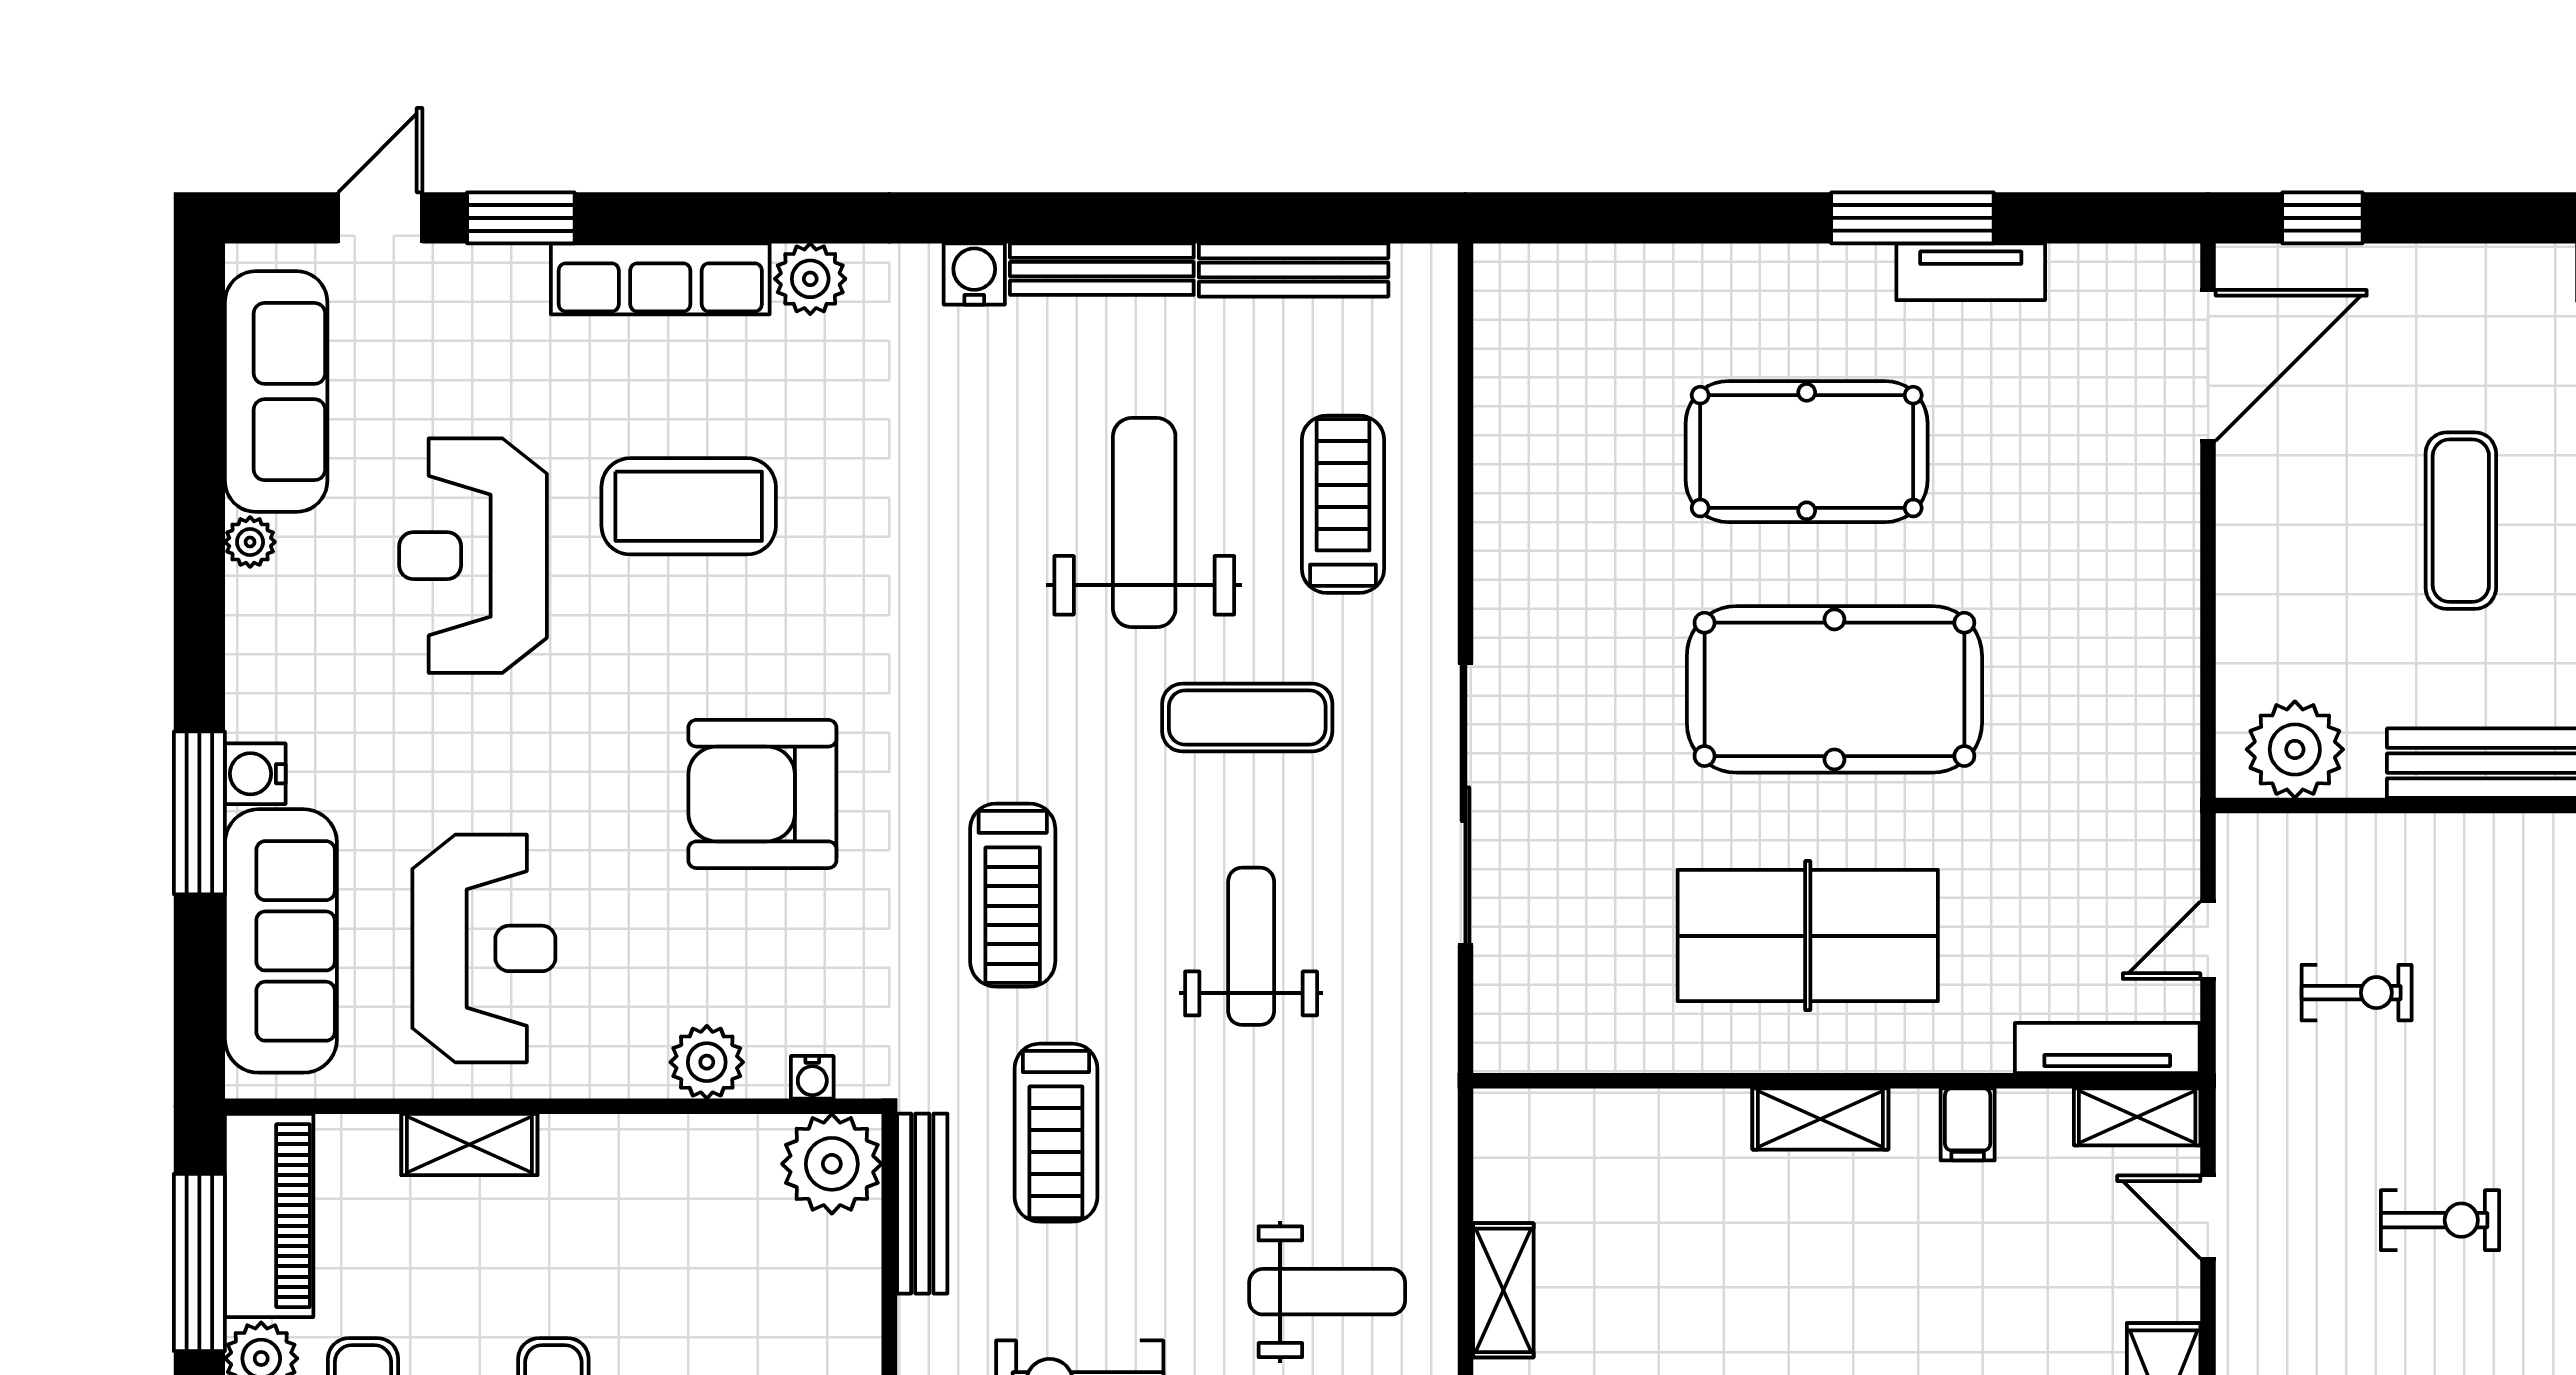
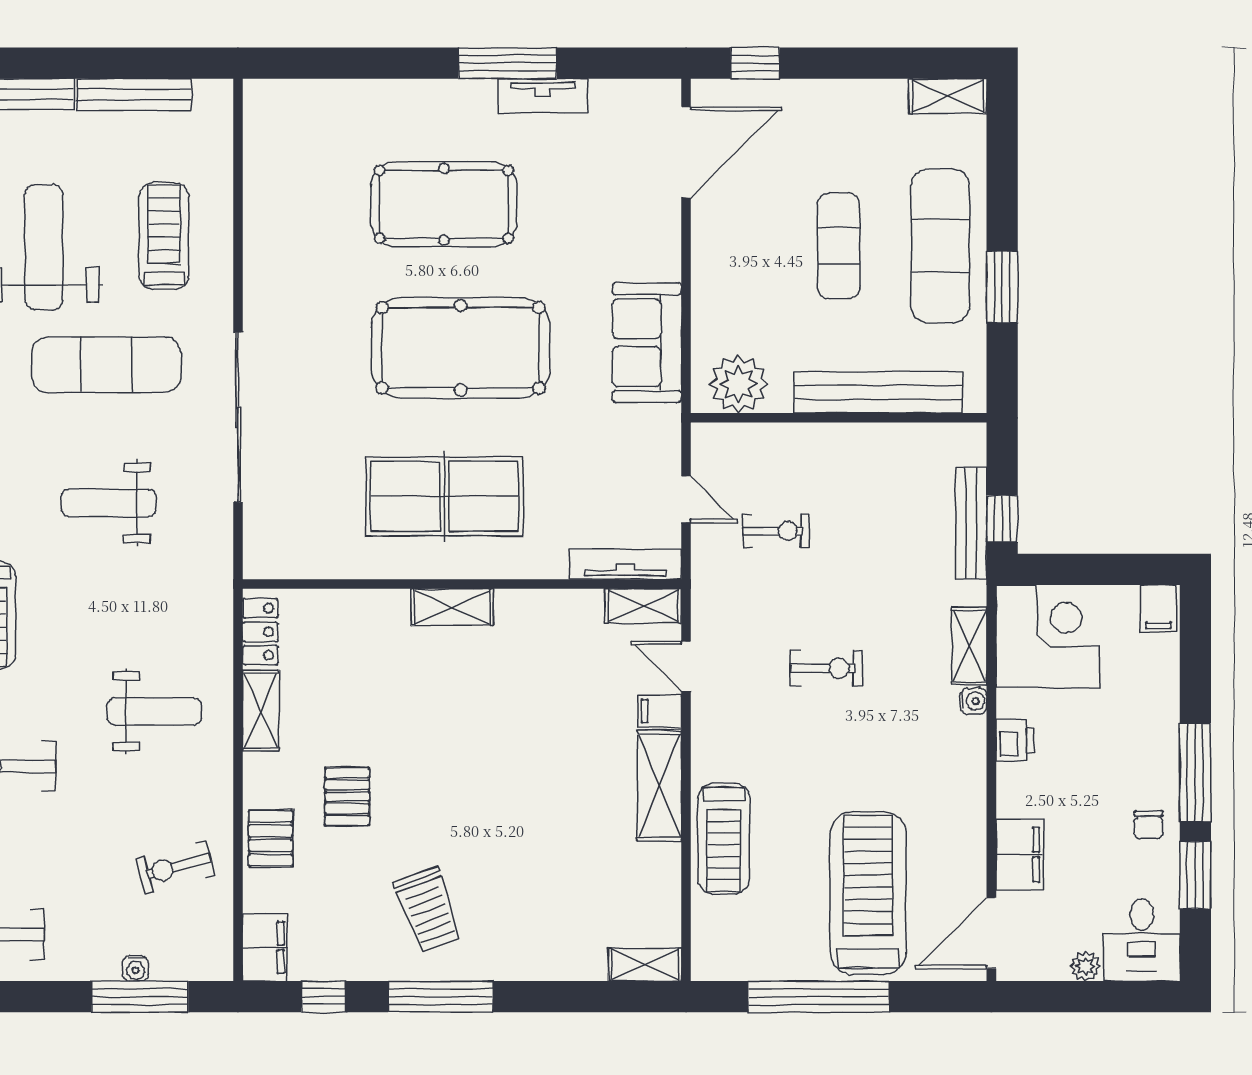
sofa: (2143, 681) -> (647, 343), added
exercise mat: (1247, 718) -> (106, 365), width x1.36, depth x1.45
door: (2208, 940) -> (686, 499), swing flipped
weight bench: (1251, 946) -> (108, 503), turned -90
filing cabinet: (1968, 1124) -> (660, 711), moved, turned 90
locker: (1503, 1160) -> (260, 632), added

